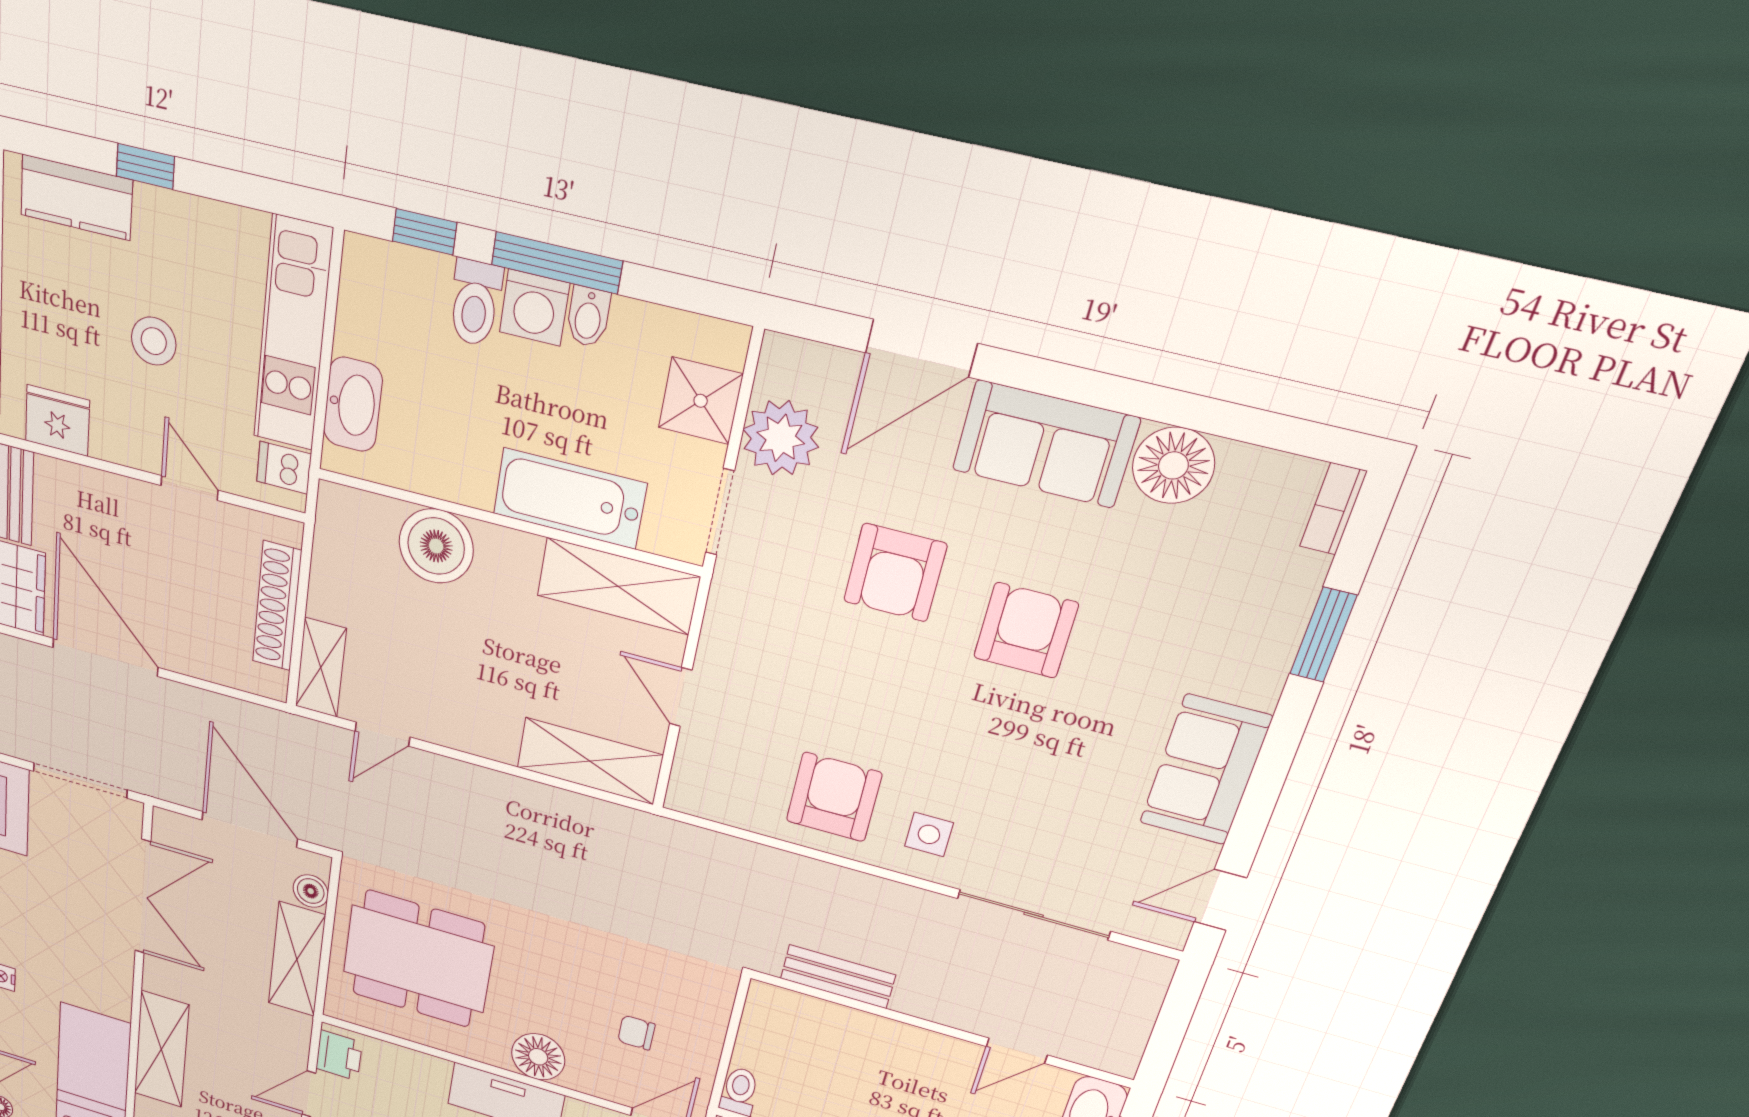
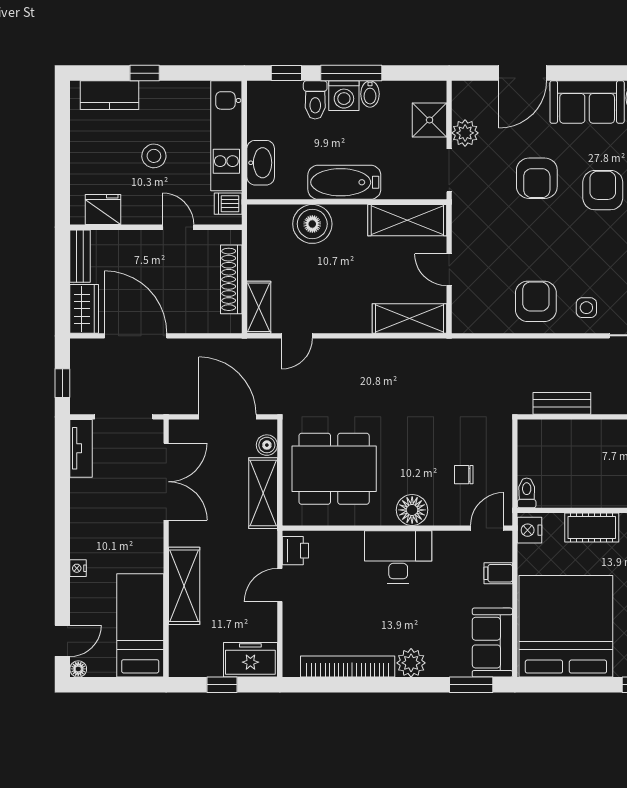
plant: (781, 438) -> (465, 133), width x0.73, depth x0.73
bathtub: (570, 498) -> (344, 182), moved

